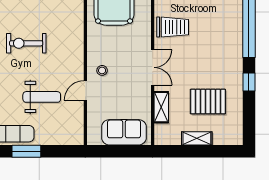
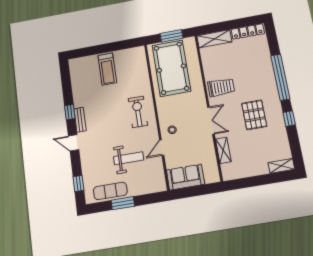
exercise bike: (26, 43) -> (138, 112), moved, turned 90
pallet: (208, 102) -> (254, 115), moved, turned 90
sofa: (124, 132) -> (185, 177), moved
shelving: (197, 138) -> (281, 166), moved

